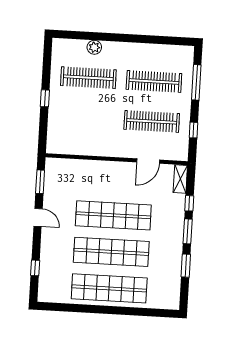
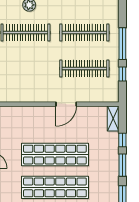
window: (196, 82) -> (122, 44), moved
door: (148, 161) -> (66, 104), moved

